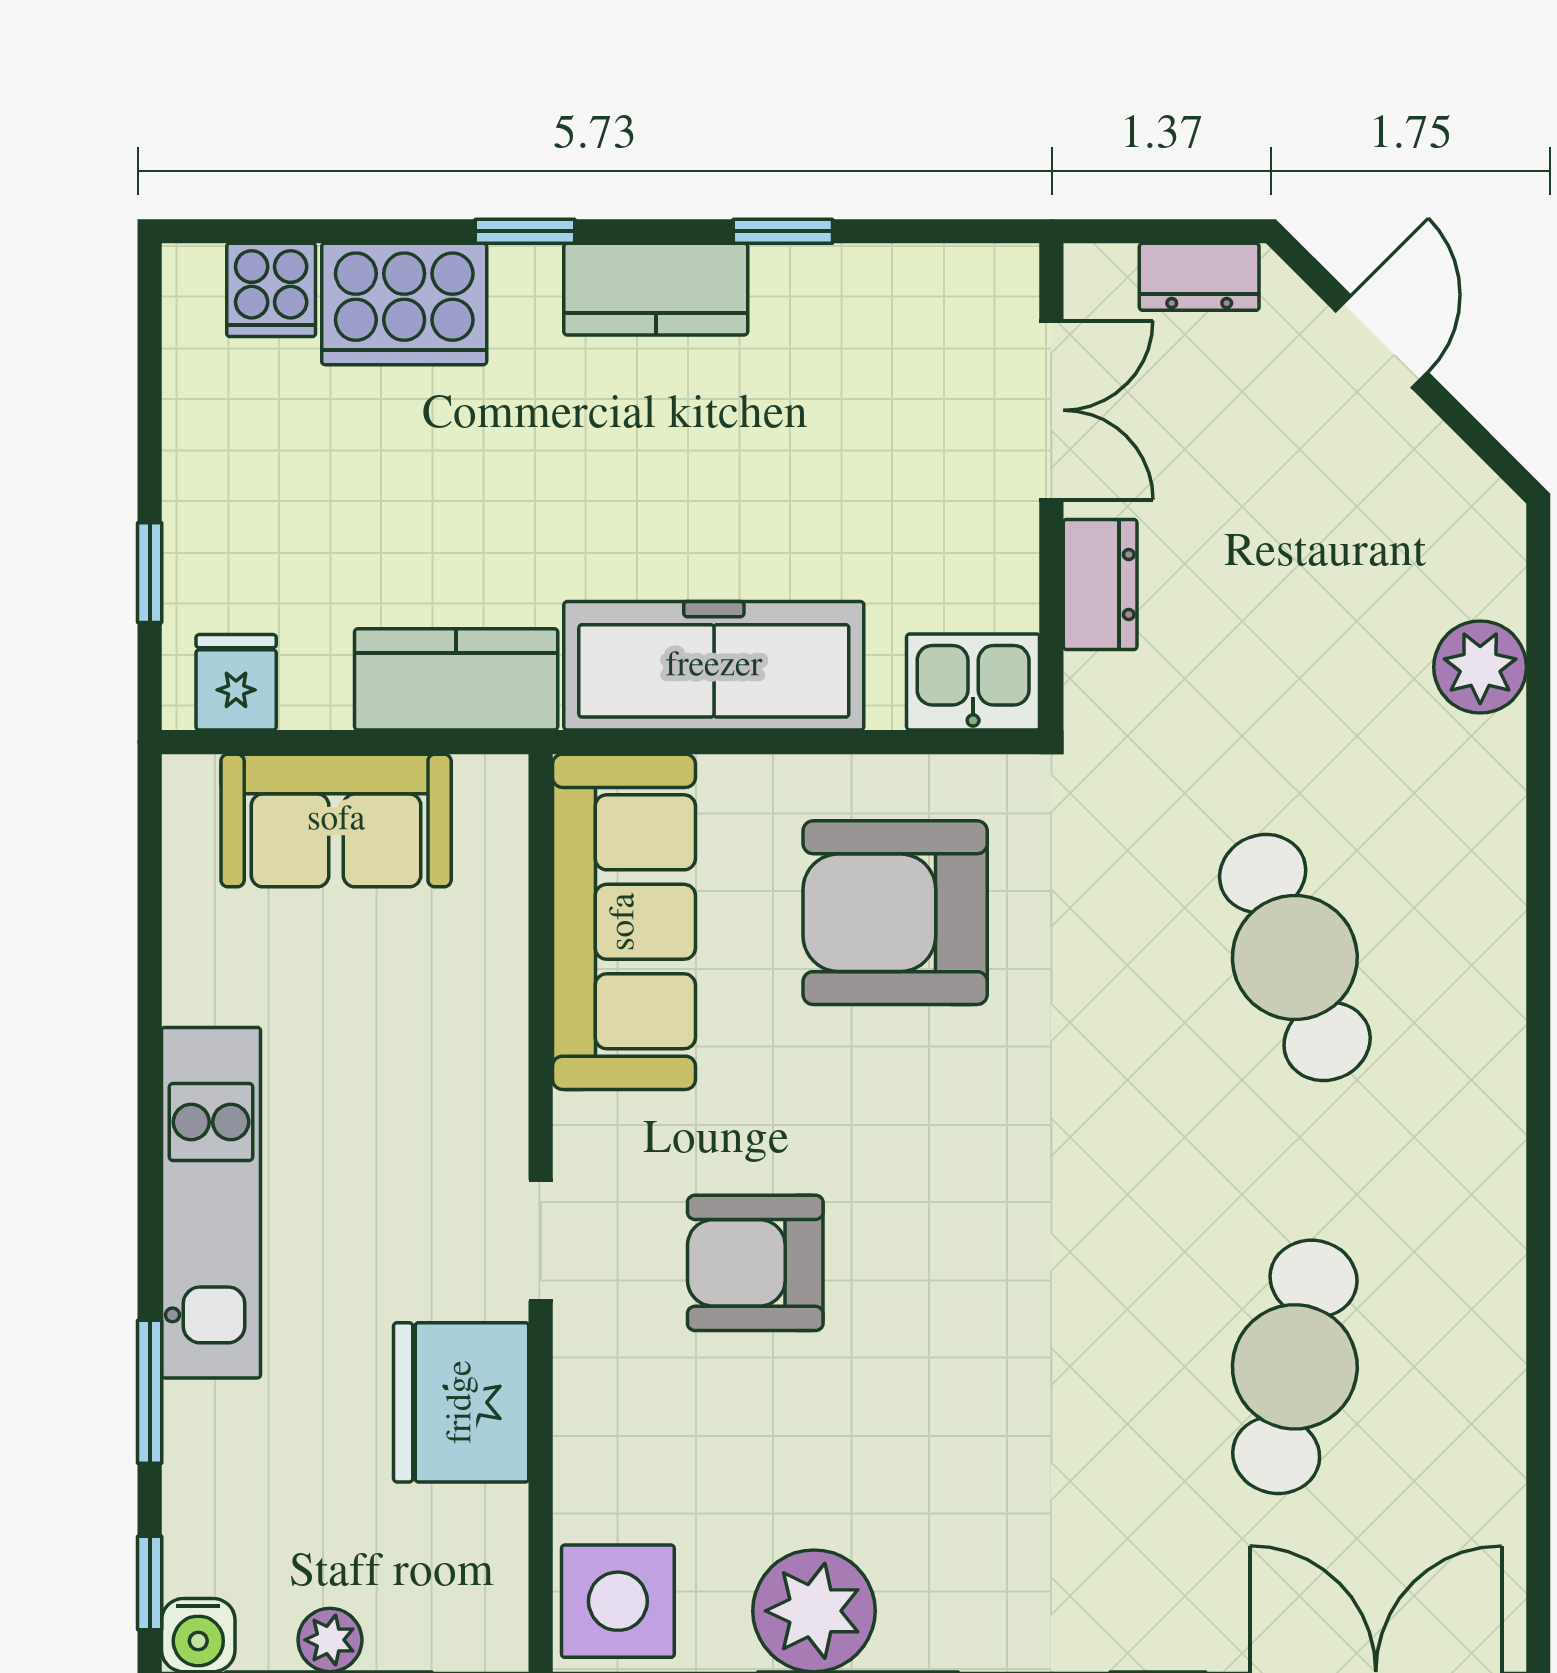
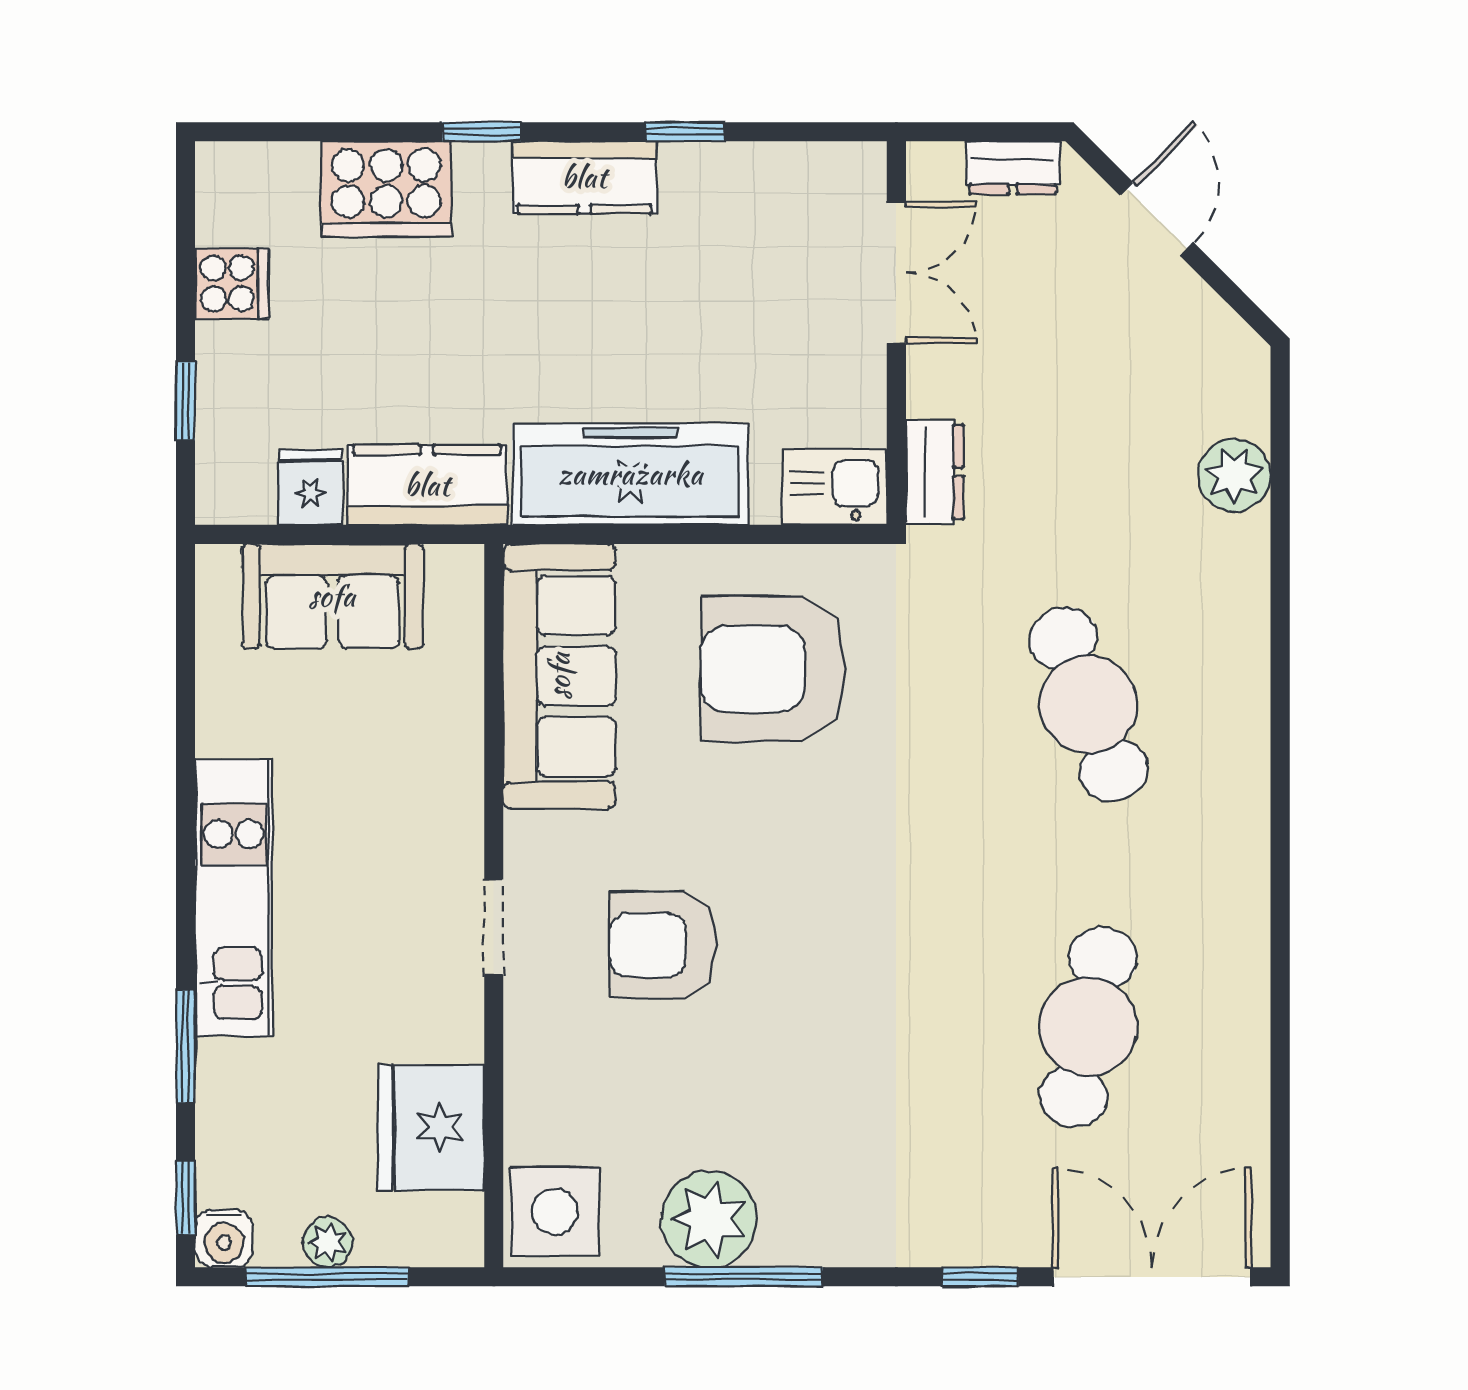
cooker: (271, 290) -> (232, 283), moved, turned -90
dresser: (1100, 584) -> (935, 472), moved
fridge: (236, 682) -> (310, 487), moved
fridge: (461, 1402) -> (431, 1127), moved

